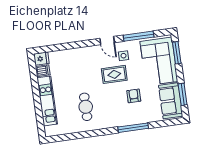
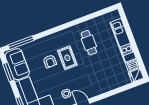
rug: (114, 74) -> (67, 58), moved, turned 90
window: (133, 128) -> (21, 43), moved

